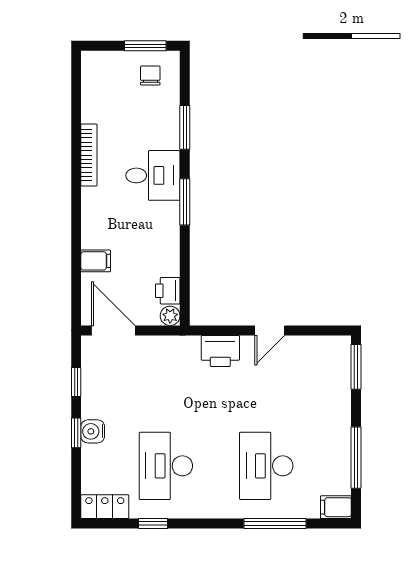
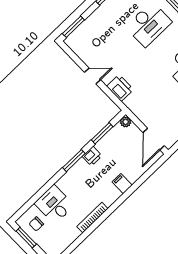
window: (185, 127) -> (102, 133), moved
desk: (153, 175) -> (54, 204), moved
filing cabinet: (96, 261) -> (122, 184), moved
printer: (168, 291) -> (92, 156), moved

